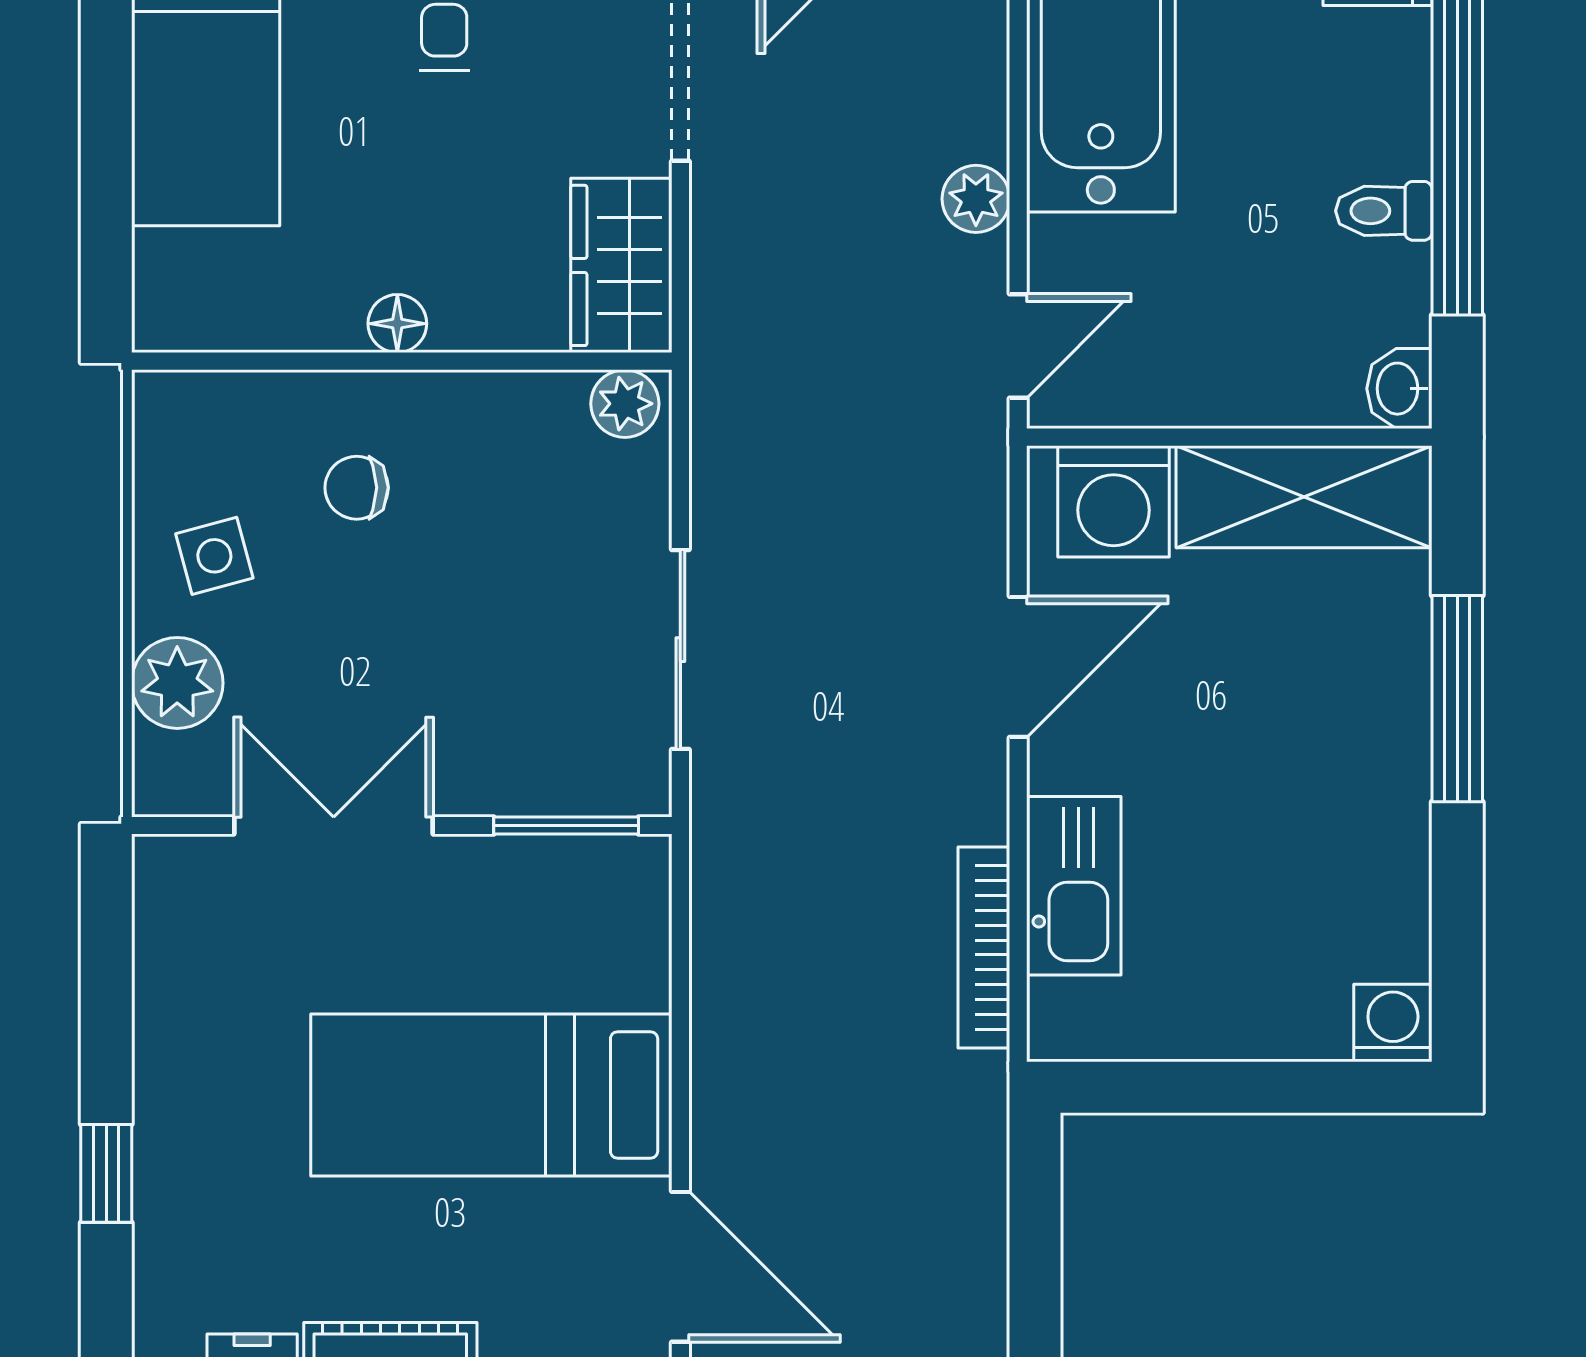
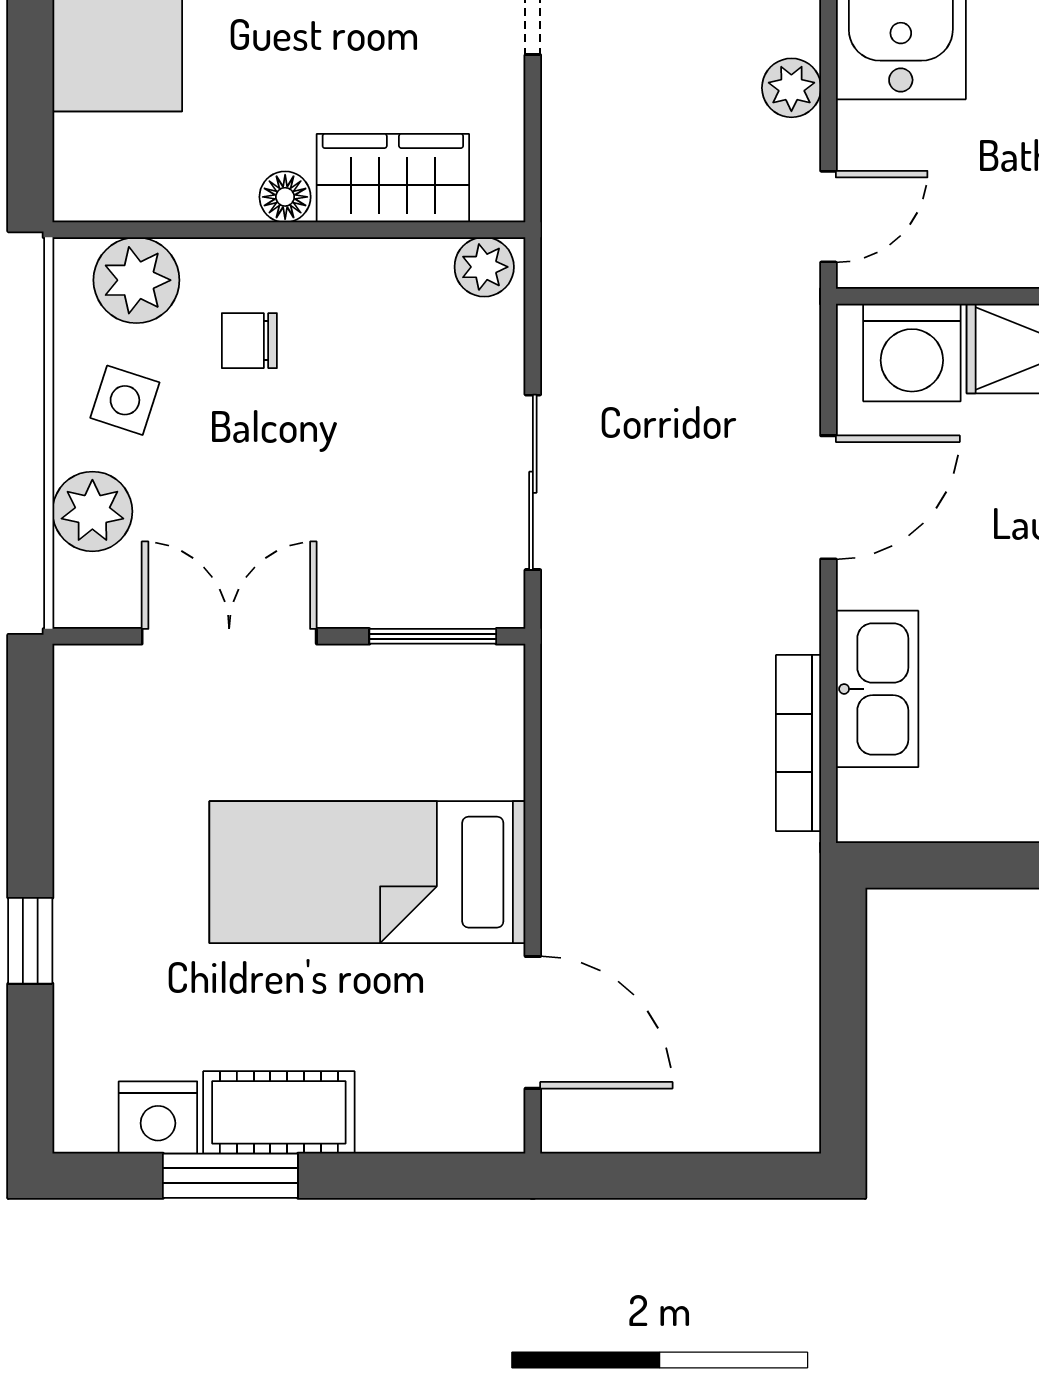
wardrobe: (621, 265) -> (393, 178), moved, turned 90
plant: (228, 419) -> (136, 280), added
side table: (214, 556) -> (125, 400), turned 33

